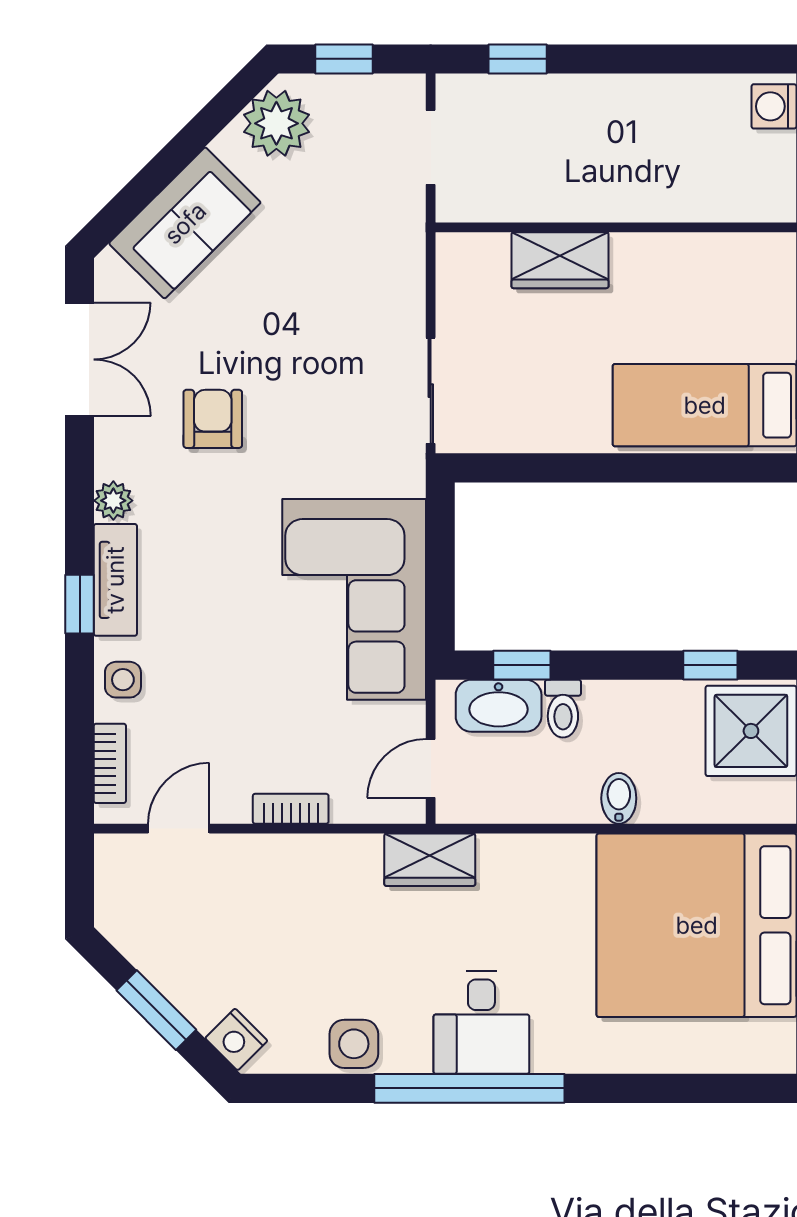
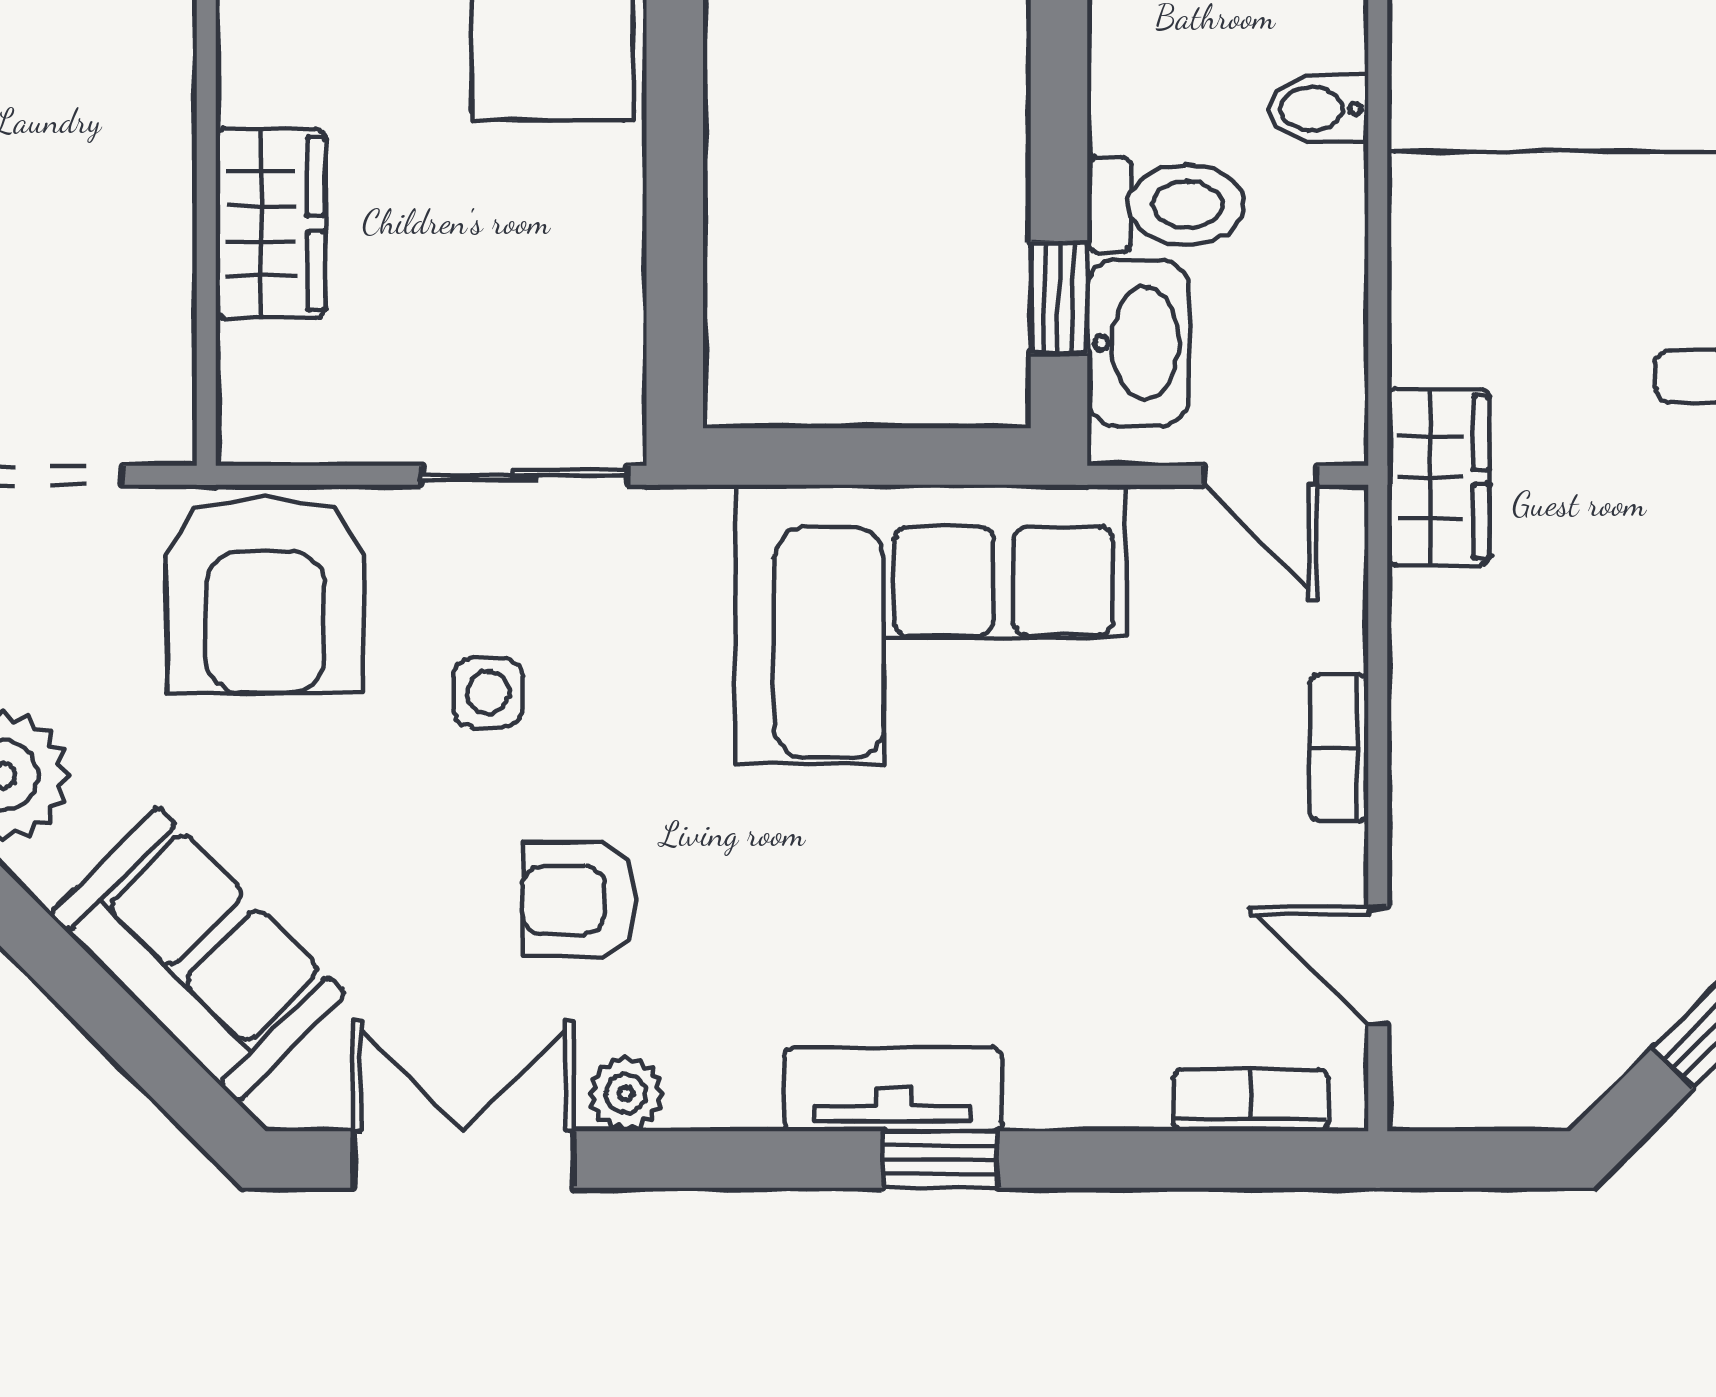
armchair: (369, 258) -> (265, 595), added
plant: (113, 501) -> (626, 1094), moved
side table: (123, 680) -> (488, 692), moved
toilet: (563, 709) -> (1166, 205), width x1.37, depth x1.39

